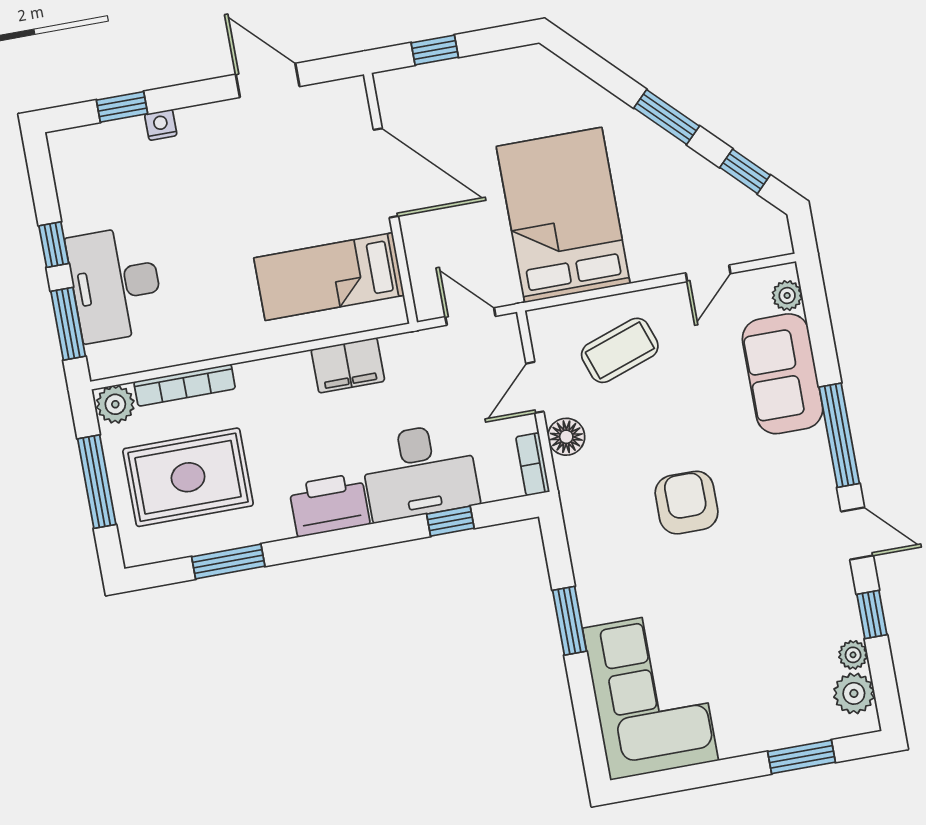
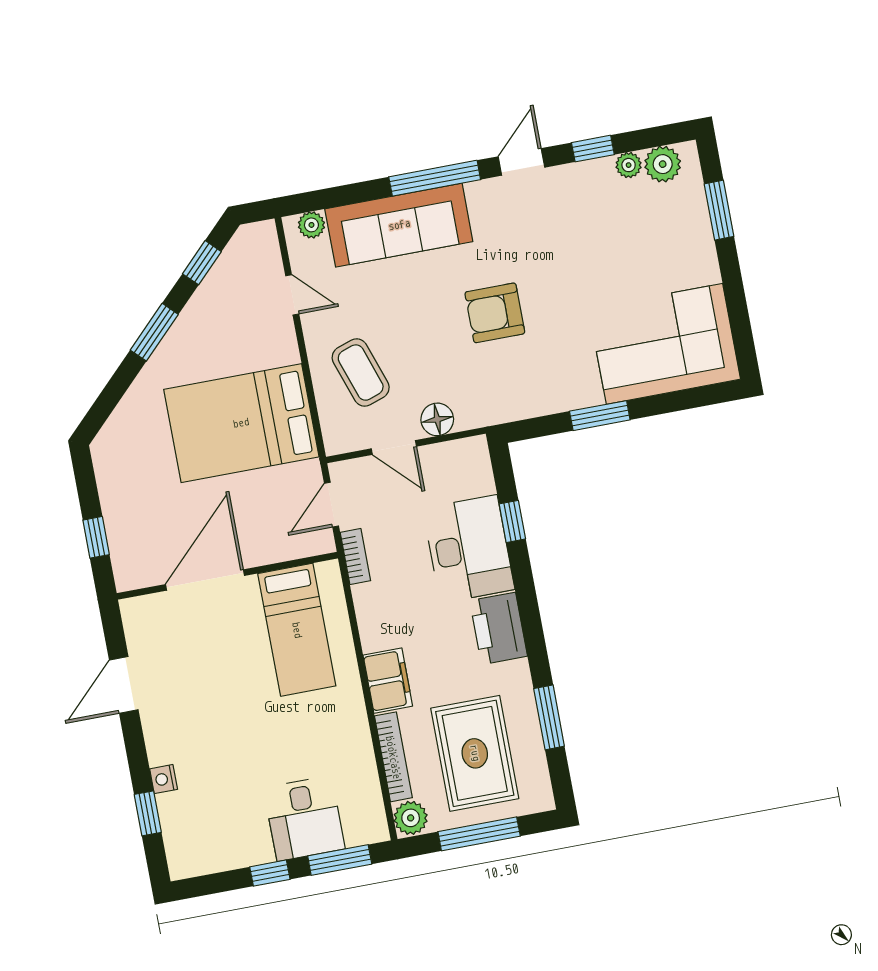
desk: (115, 284) -> (304, 818), width x0.73
filing cabinet: (348, 365) -> (388, 681), moved
sofa: (783, 374) -> (399, 225), width x1.36
bookcase: (533, 464) -> (355, 557), moved, turned -90

